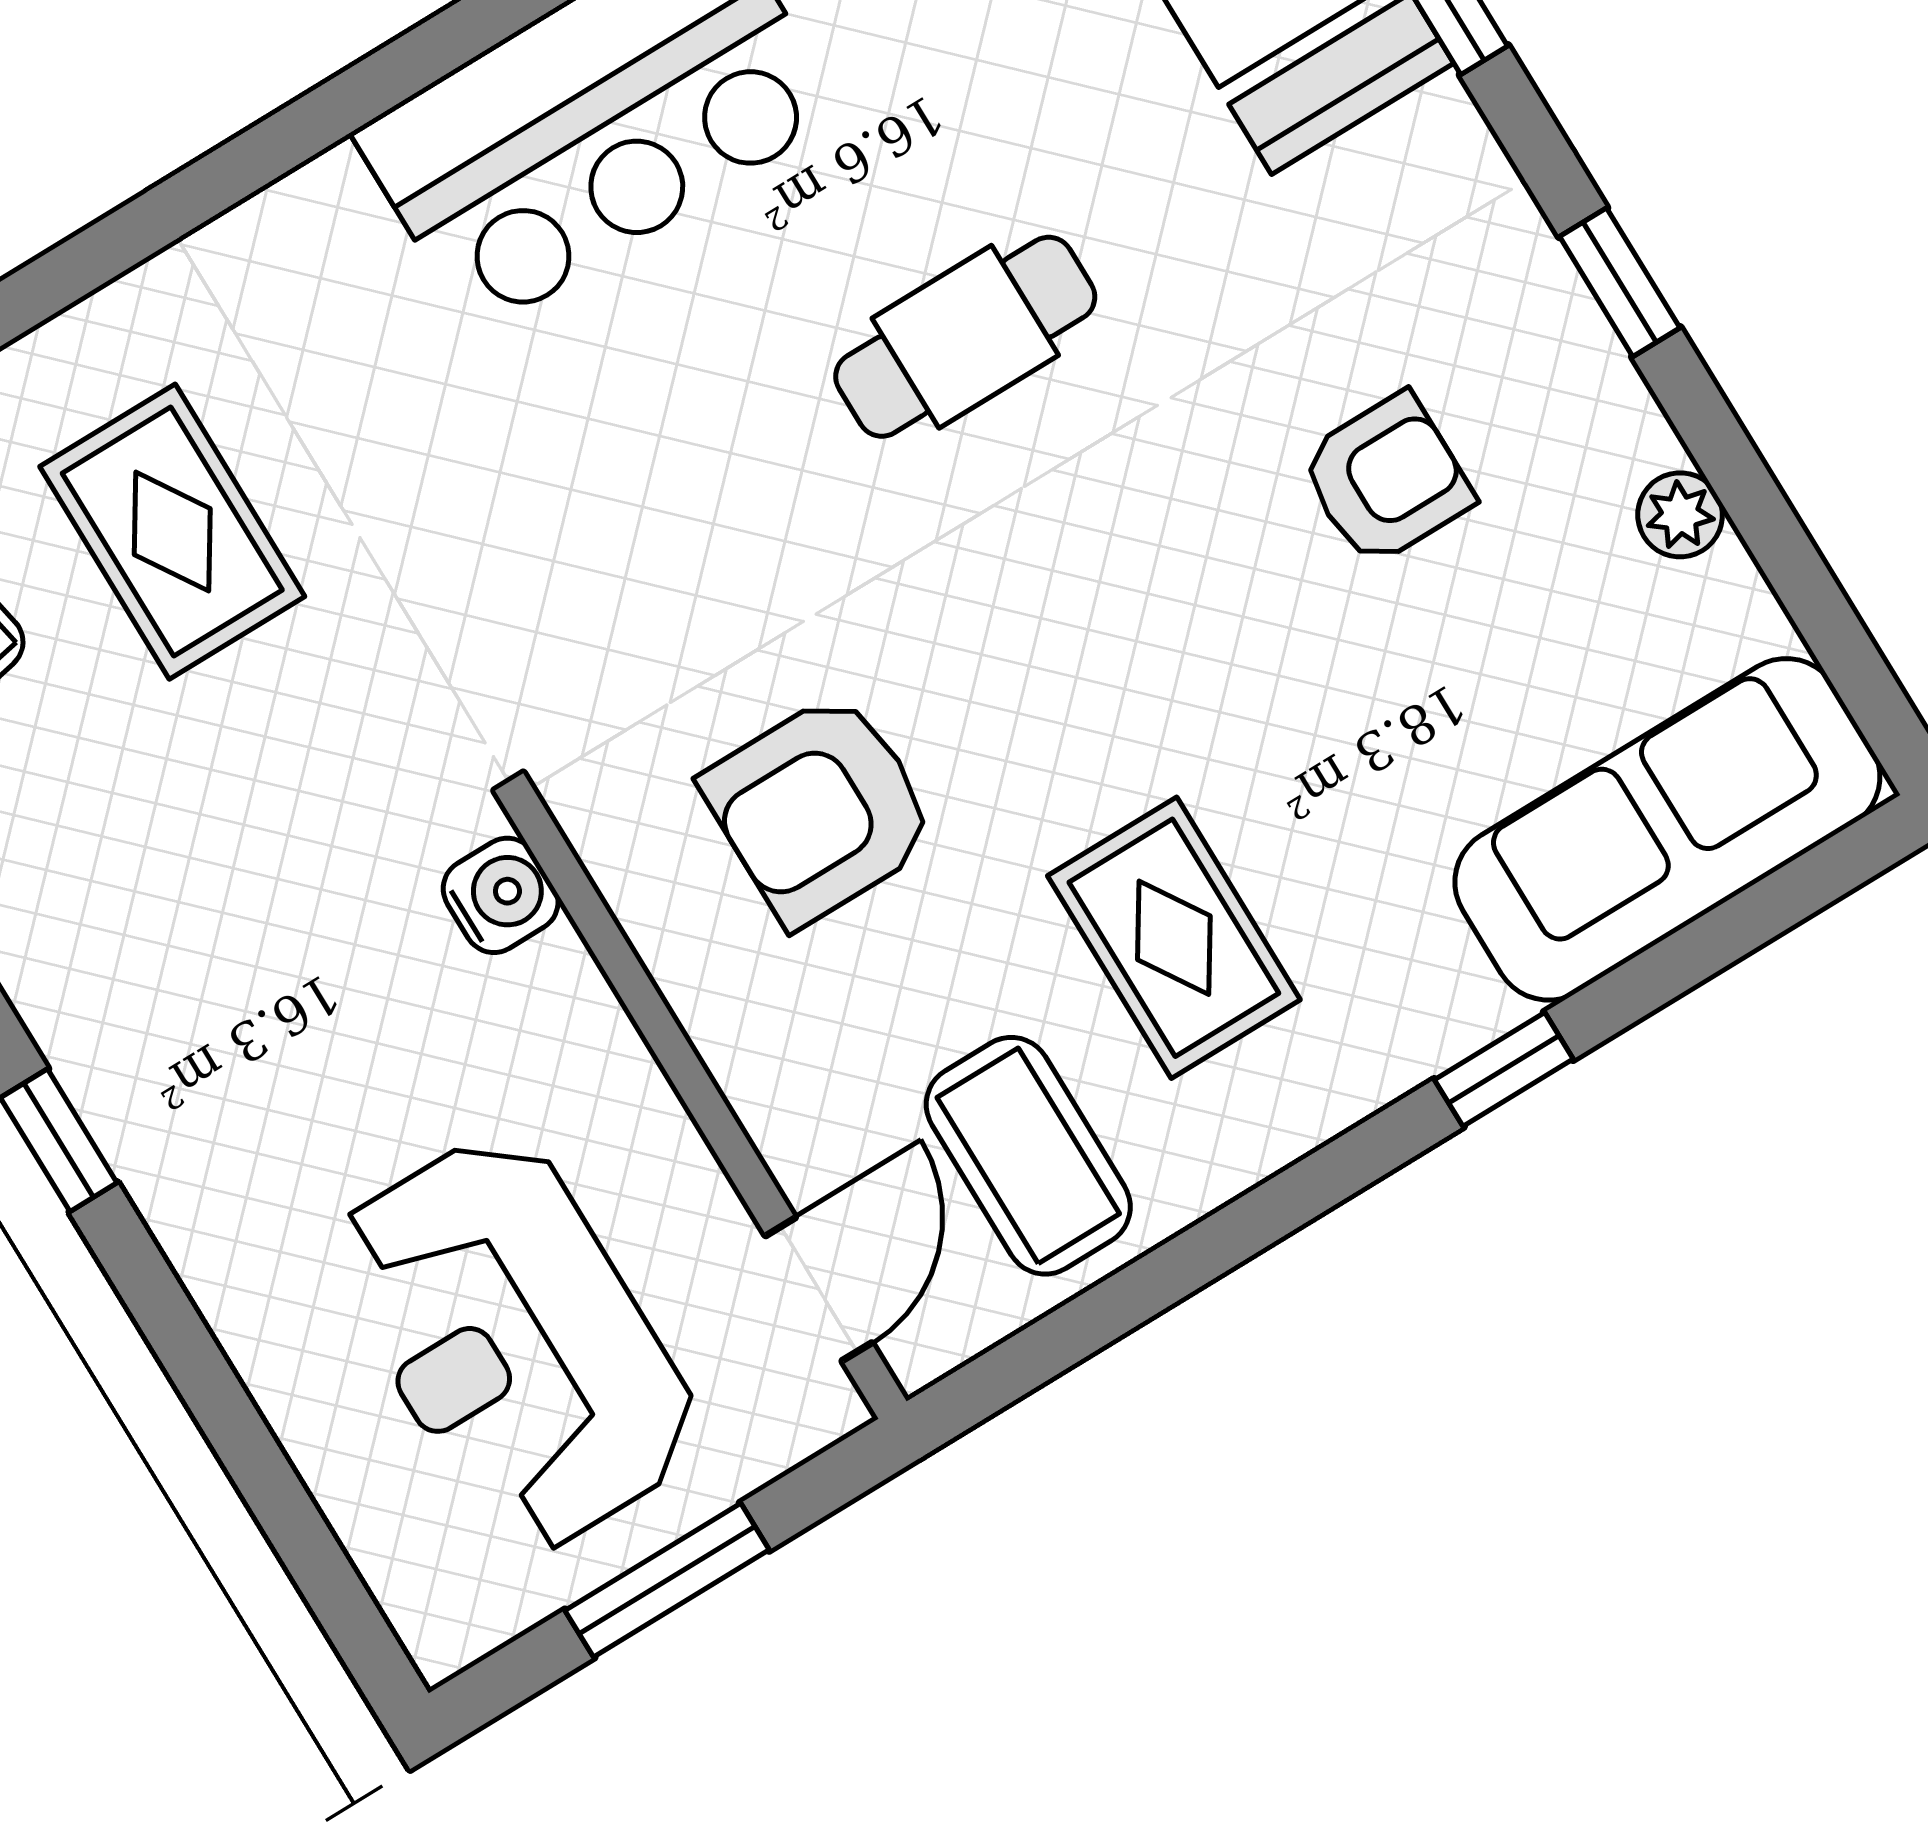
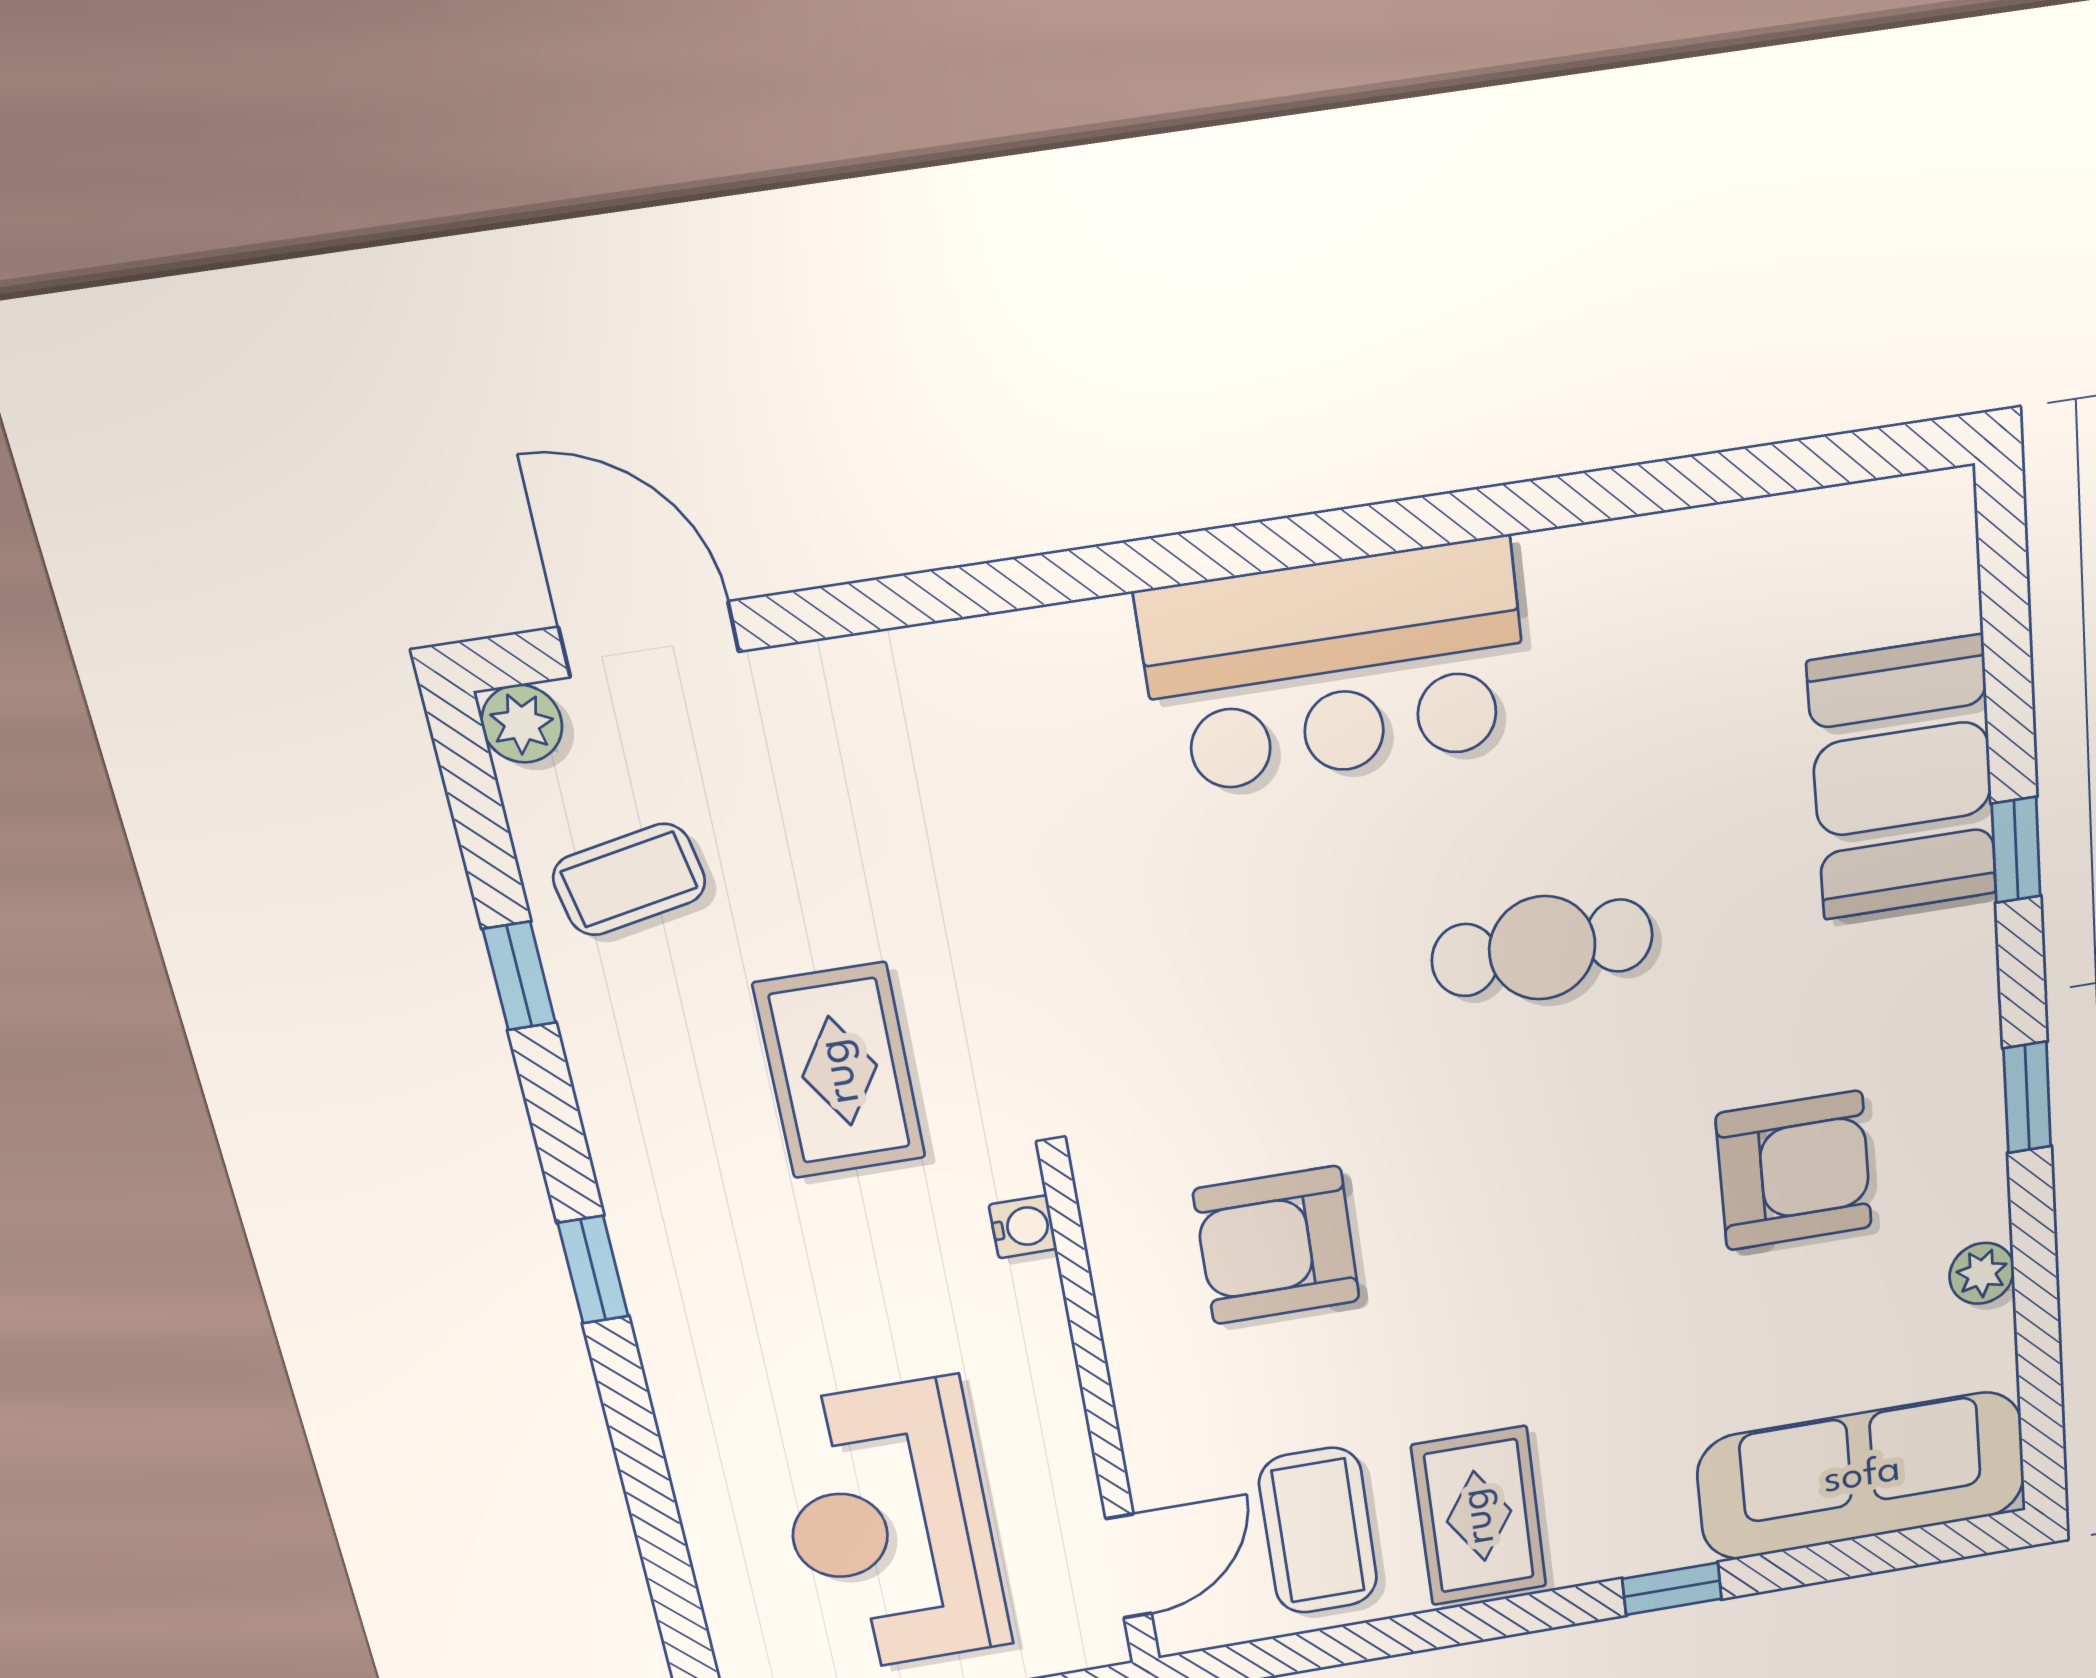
armchair: (1386, 480) -> (1794, 1171), width x1.38, depth x1.38
rug: (172, 532) -> (840, 1071), moved
water cooler: (501, 895) -> (1023, 1227), width x0.72, depth x0.72
rug: (1174, 938) -> (1479, 1516), moved

